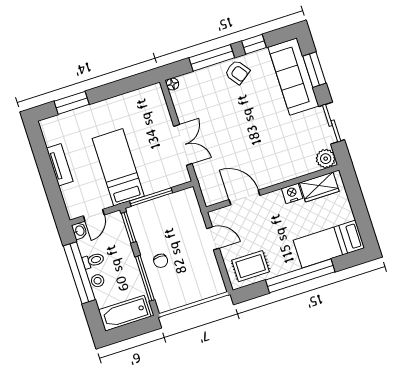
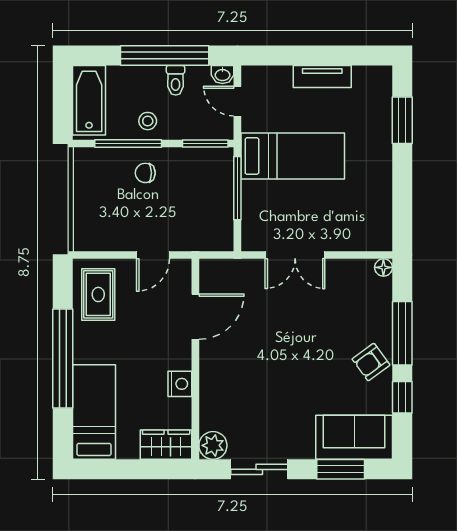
sofa: (293, 77) -> (354, 437), width x0.73
wardrobe: (319, 187) -> (166, 445), moved, turned 90
stool: (98, 281) -> (148, 121), moved

